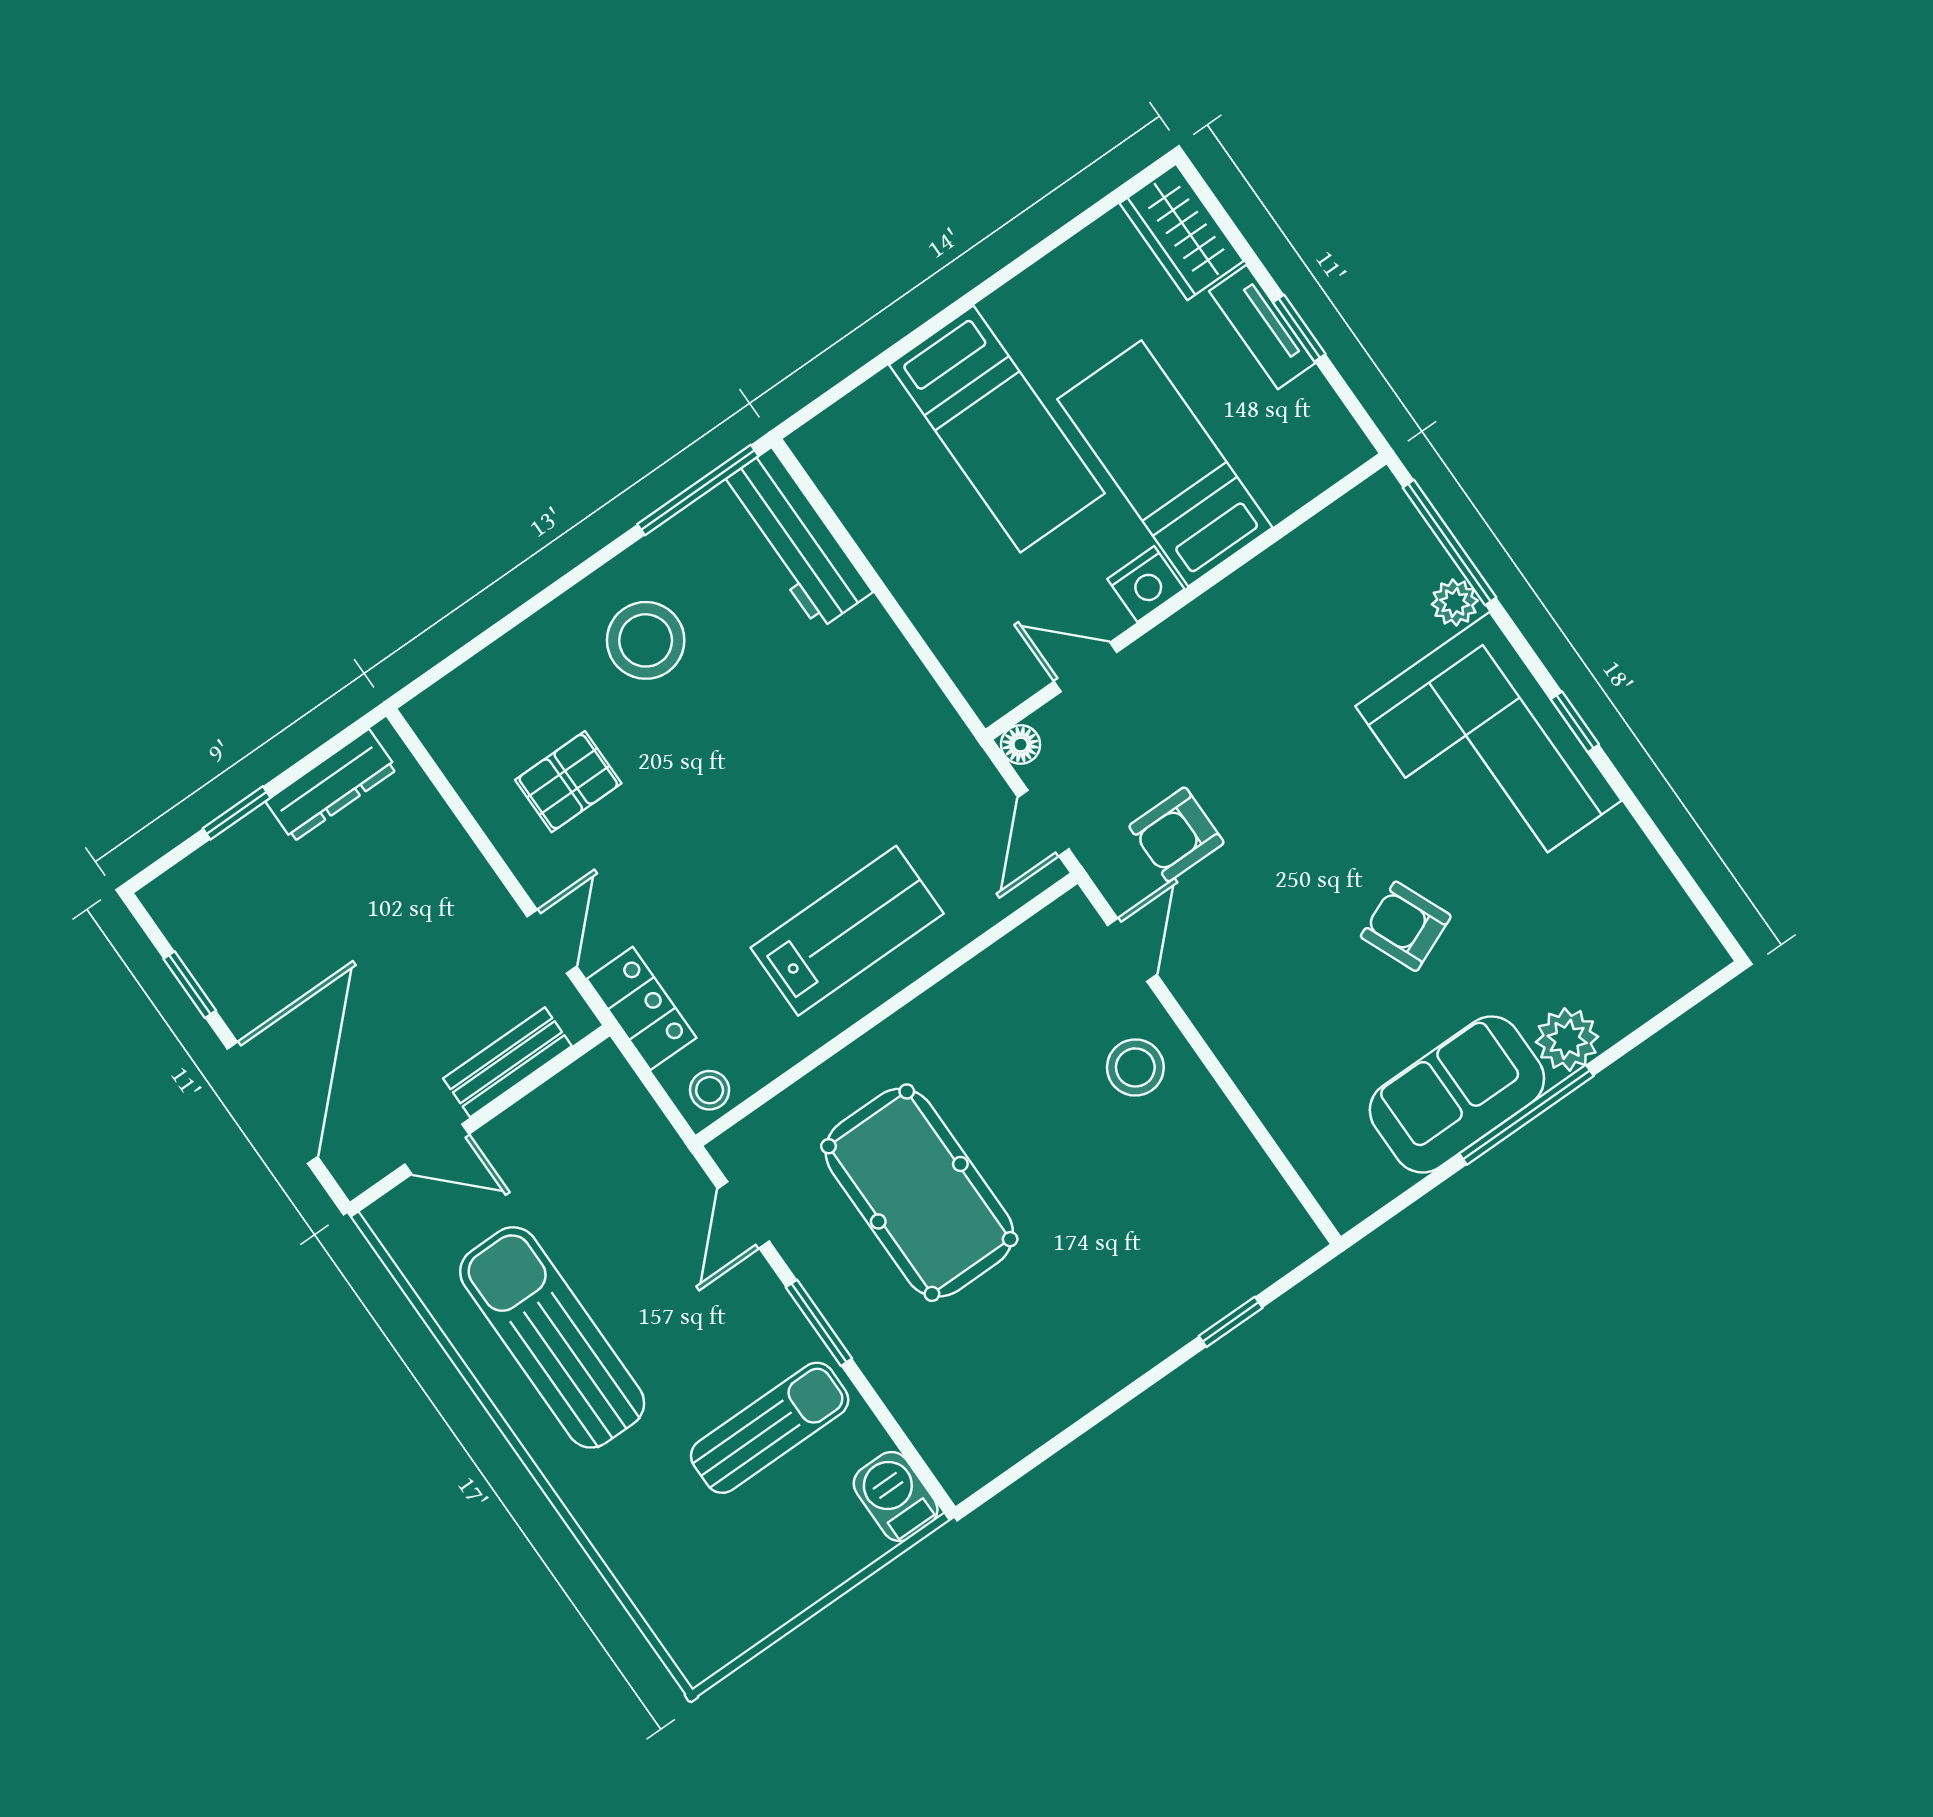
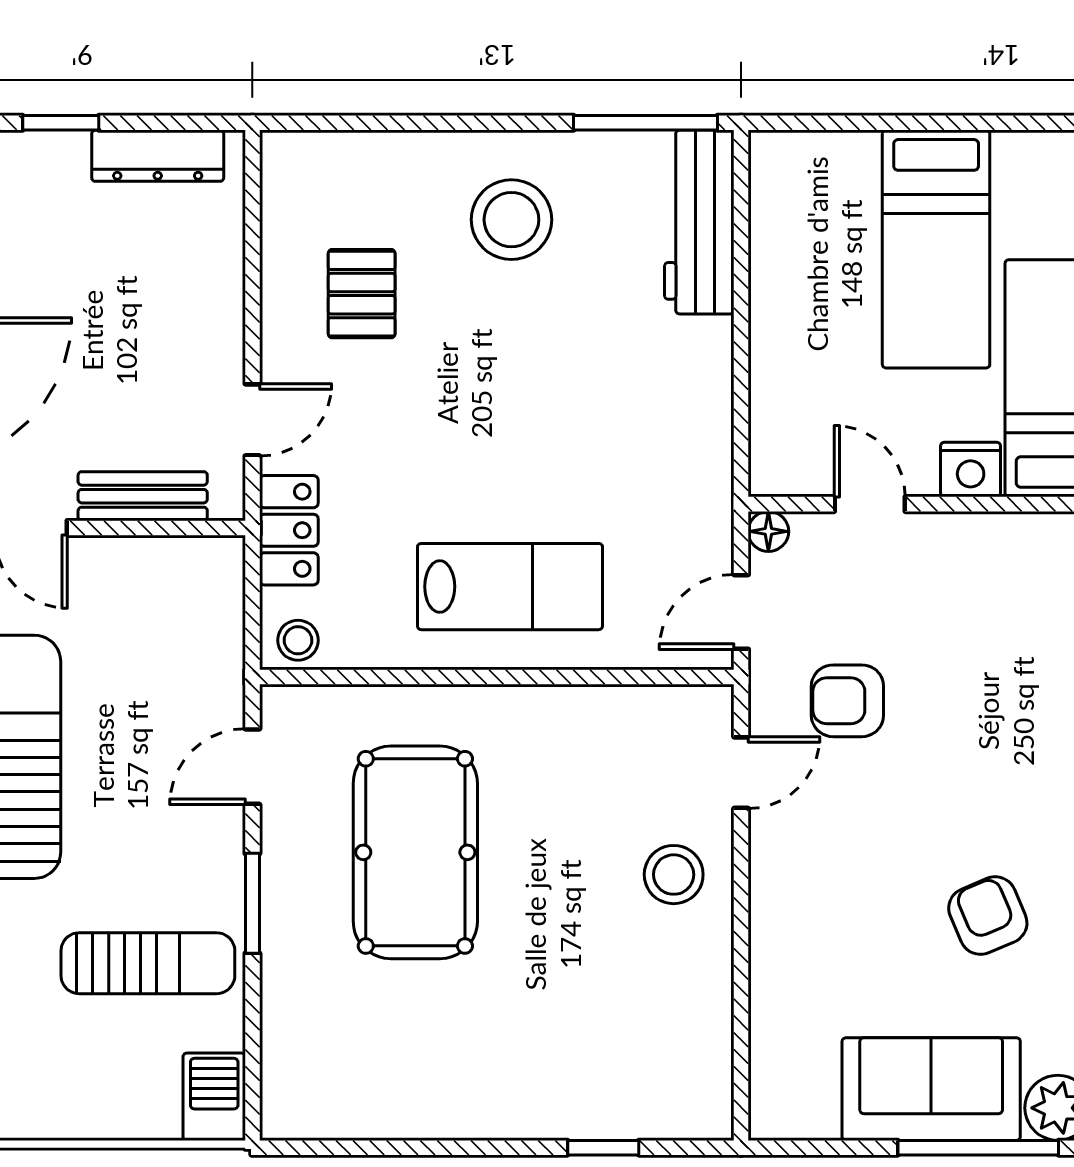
pallet: (568, 782) -> (362, 294), turned 90

